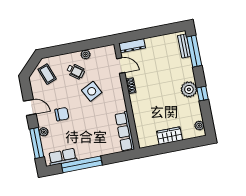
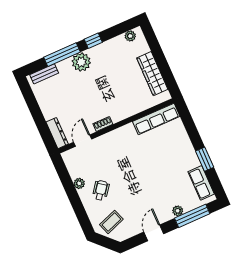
window: (194, 51) -> (62, 55), moved
plant: (189, 89) -> (81, 62), moved
side table: (92, 91) -> (119, 167), removed
chair: (62, 114) -> (153, 195), removed
wardrobe: (169, 136) -> (152, 74), width x1.50
window: (82, 164) -> (205, 159), width x0.47

